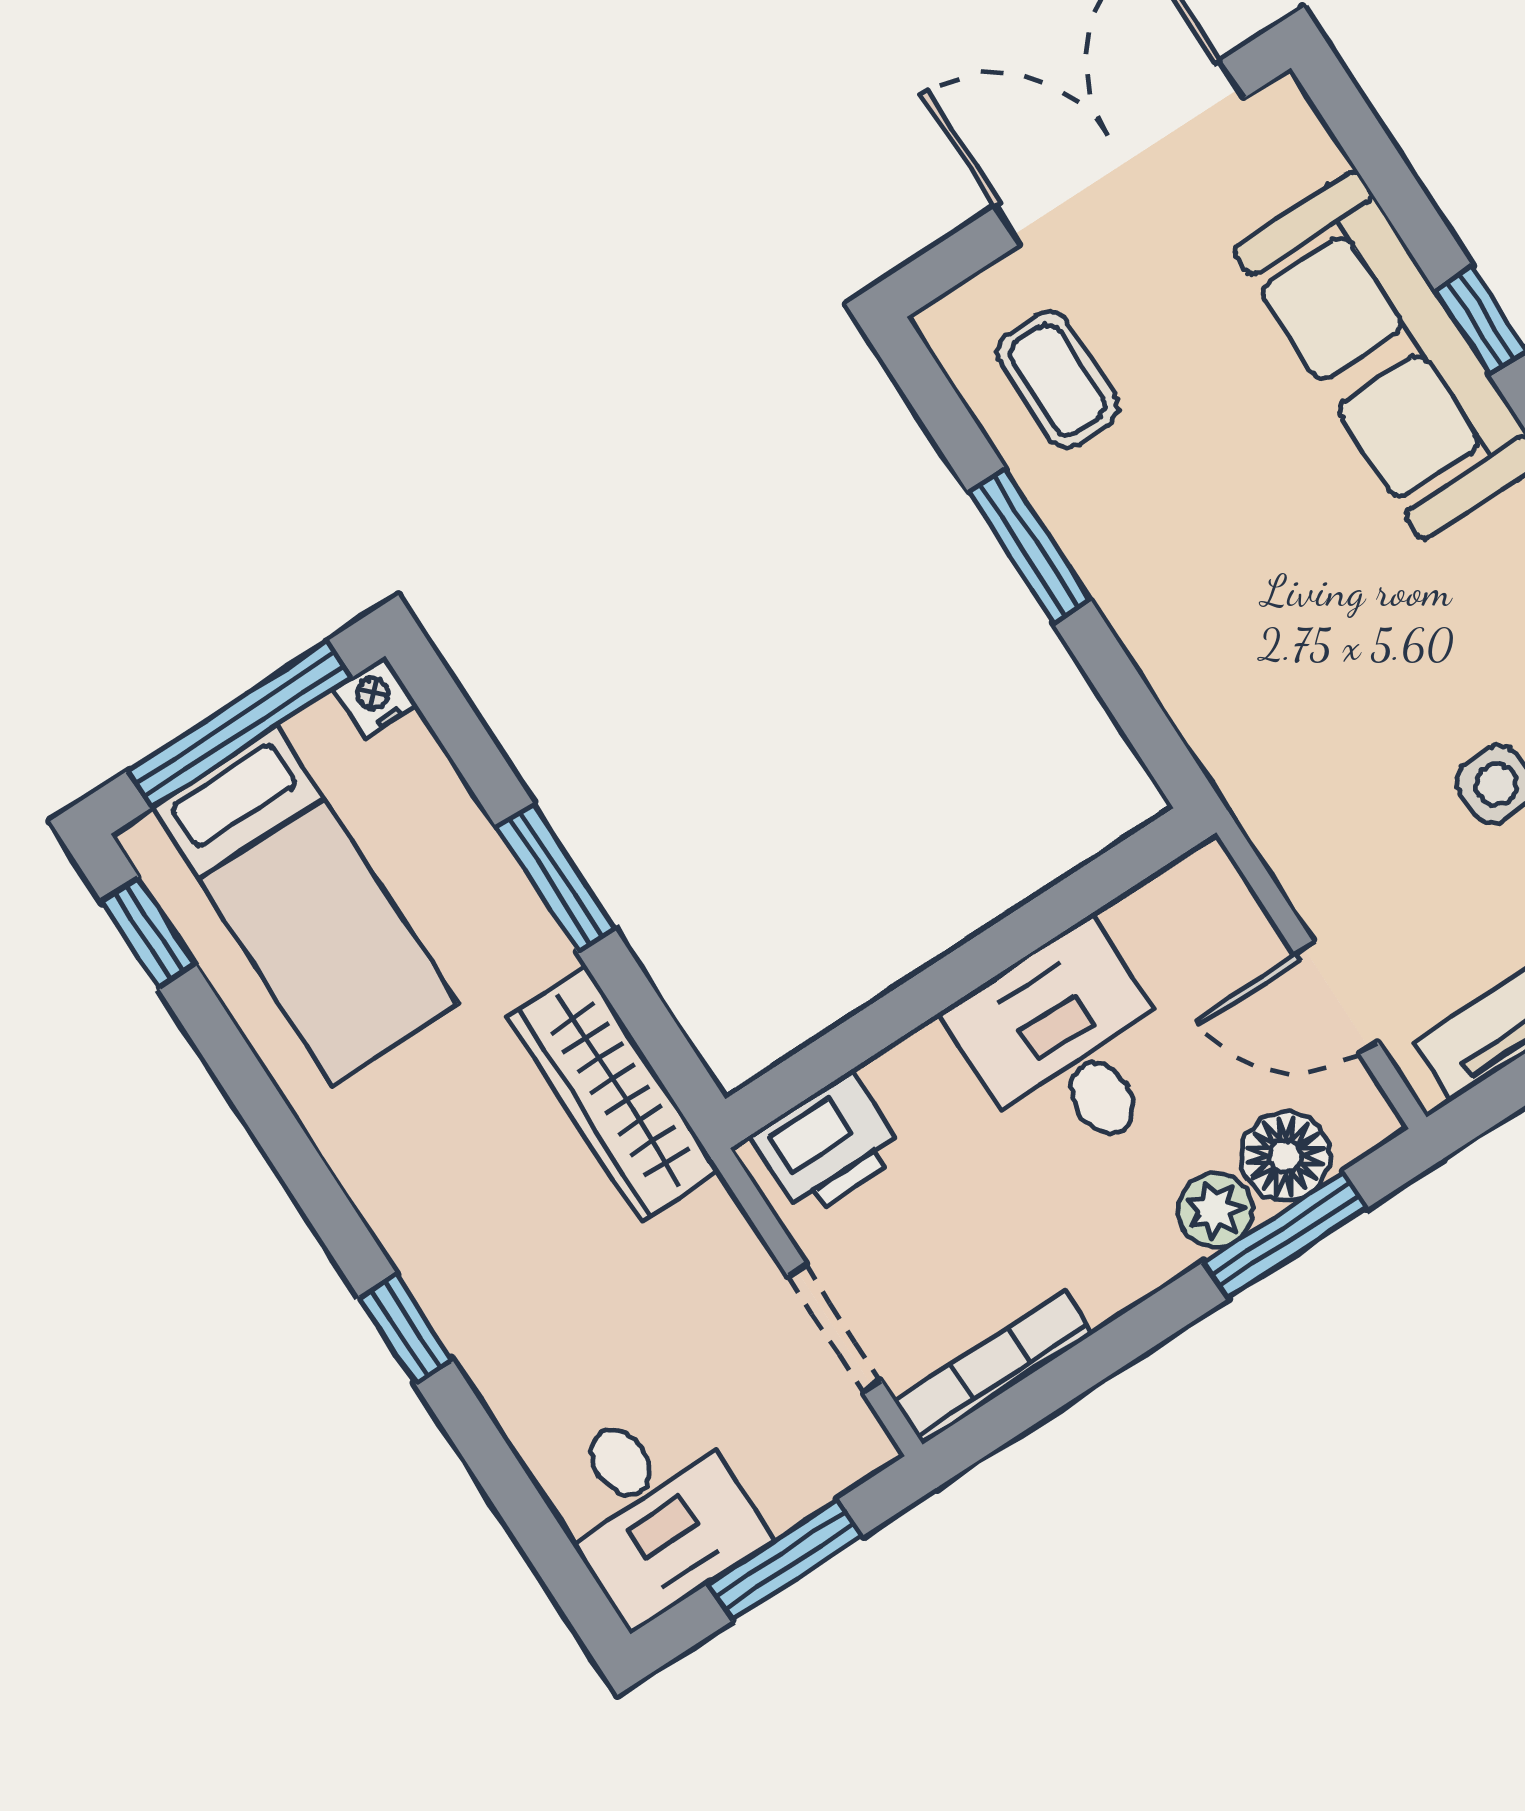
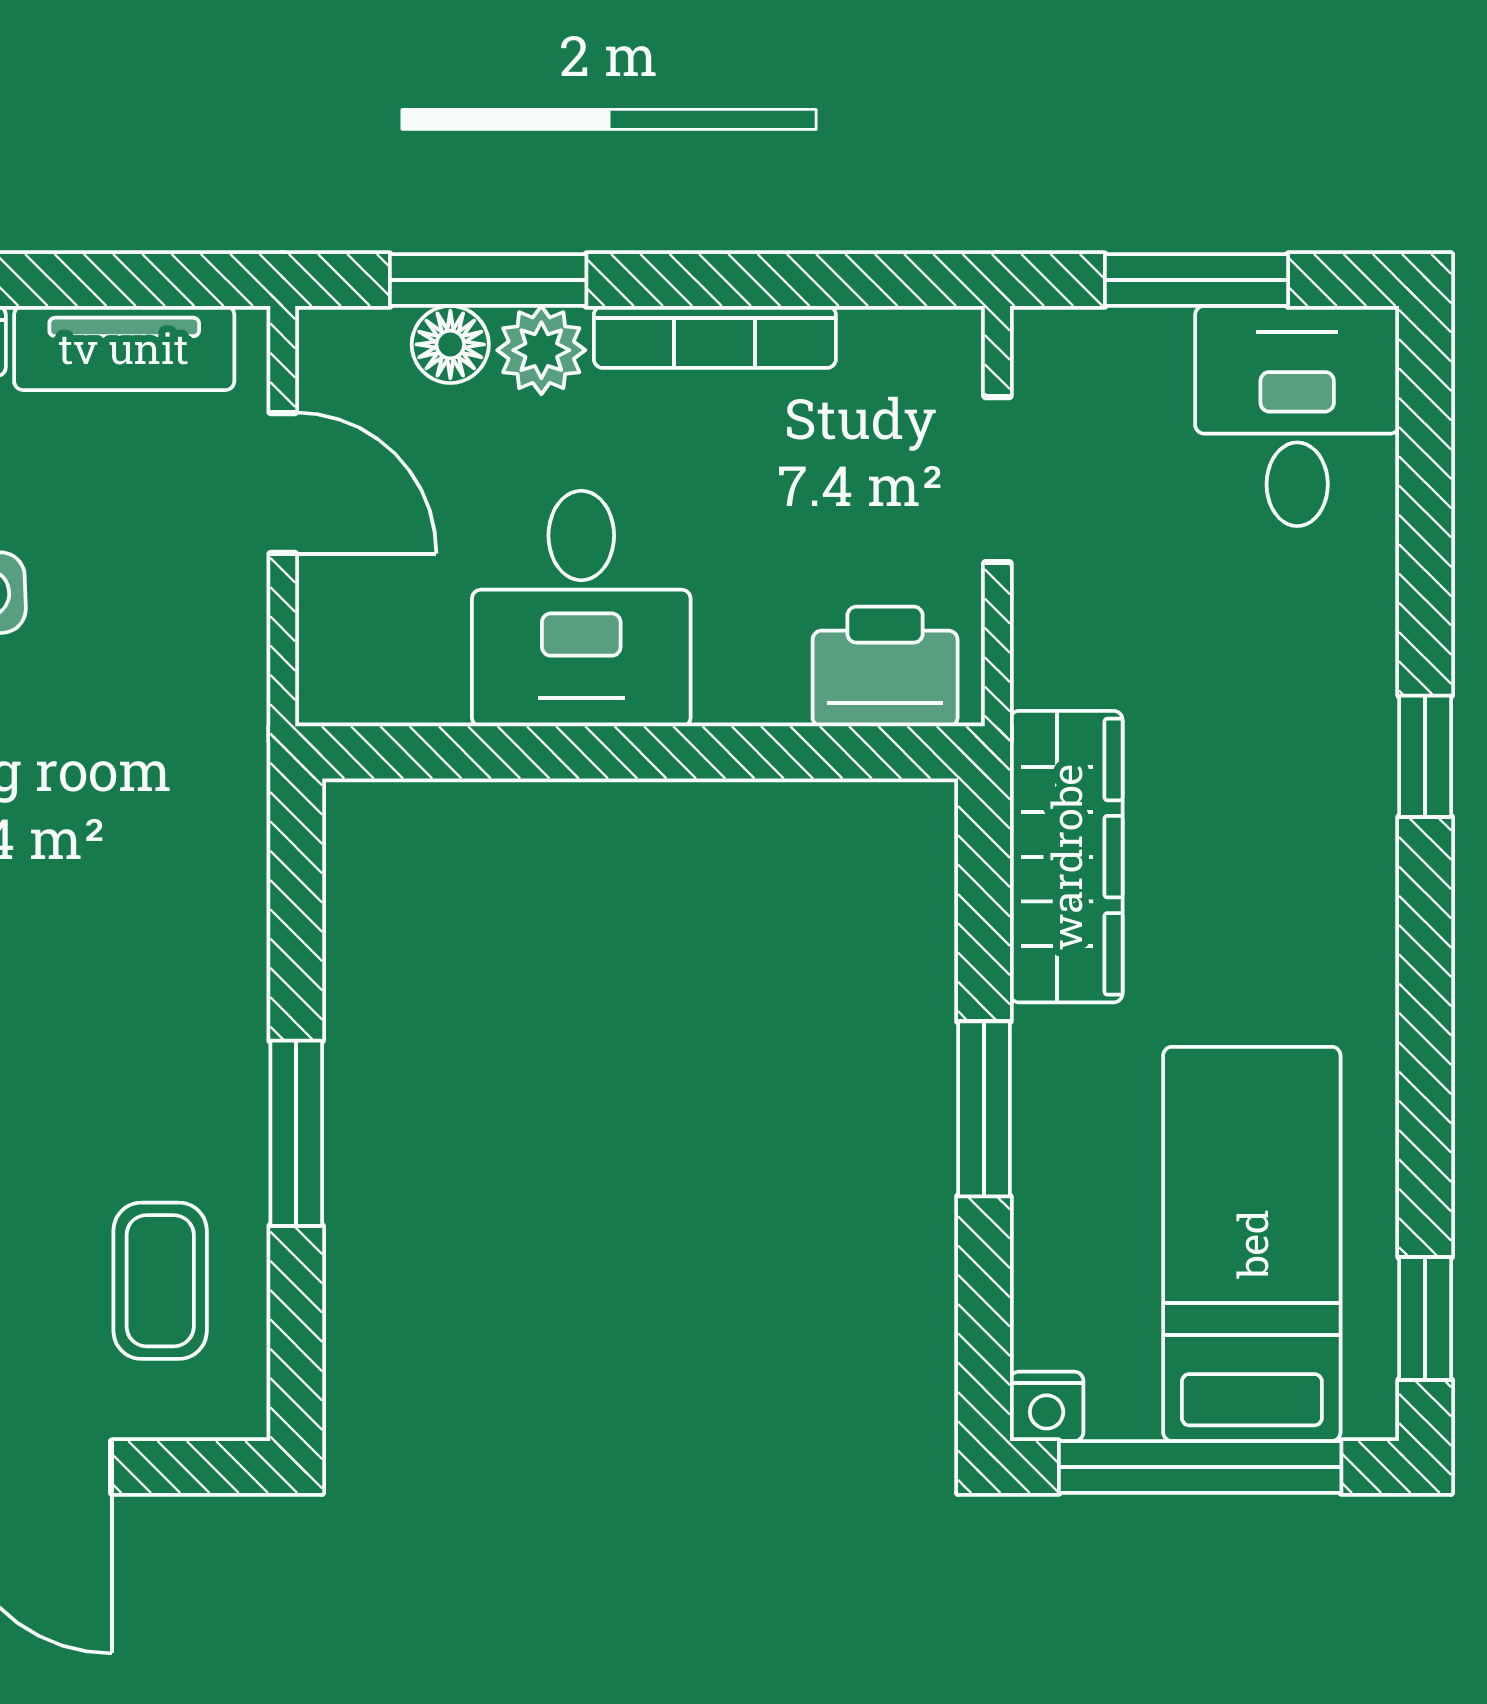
floor lamp: (1285, 1156) -> (450, 344), width x0.73, depth x0.73
bookcase: (994, 1367) -> (715, 337), moved

